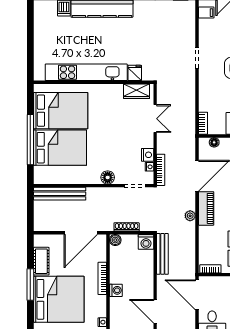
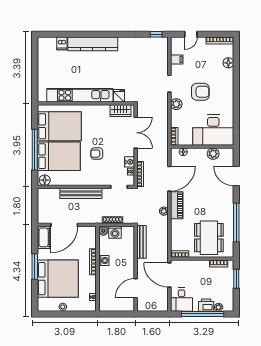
filing cabinet: (206, 13) -> (177, 59), moved
plant: (206, 83) -> (176, 104), added
double door: (155, 119) -> (136, 133), width x1.37
armchair: (107, 144) -> (97, 154), added
floor lamp: (108, 177) -> (45, 180), moved
bench: (60, 194) -> (81, 193), moved
door: (81, 233) -> (64, 225), moved
washing machine: (146, 242) -> (115, 232), moved
cot: (41, 261) -> (44, 237), moved
washing machine: (116, 290) -> (104, 261), moved
door: (155, 311) -> (136, 288), hinge flipped

